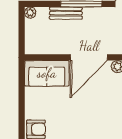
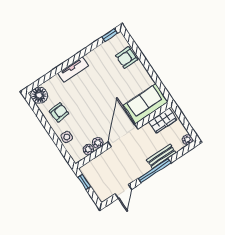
wardrobe: (42, 46) -> (163, 121), added

